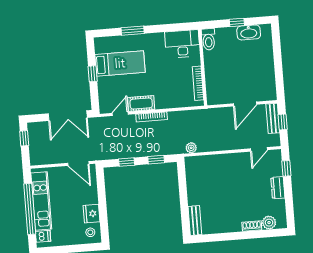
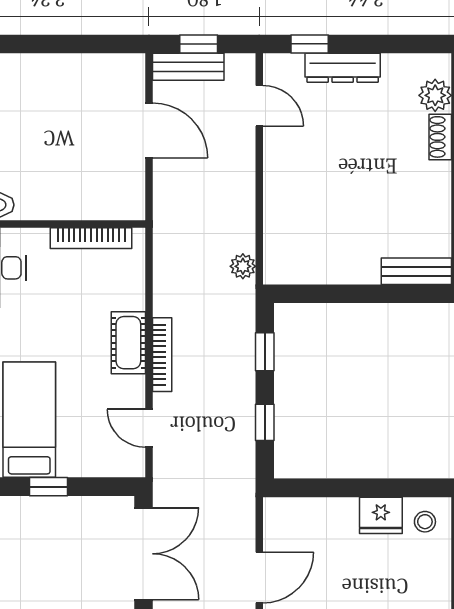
cot: (141, 104) -> (128, 343), moved
door: (78, 164) -> (259, 577), moved
dresser: (278, 188) -> (343, 68), width x1.44

